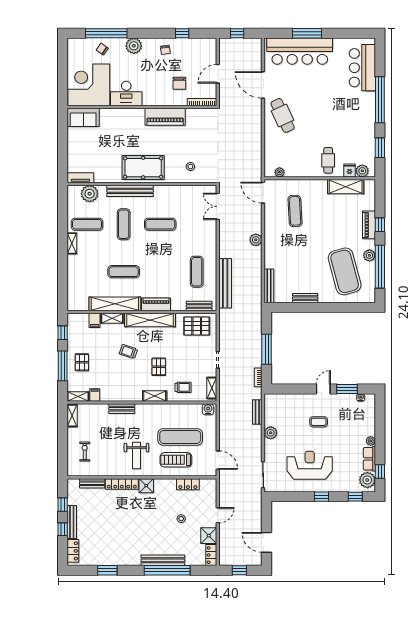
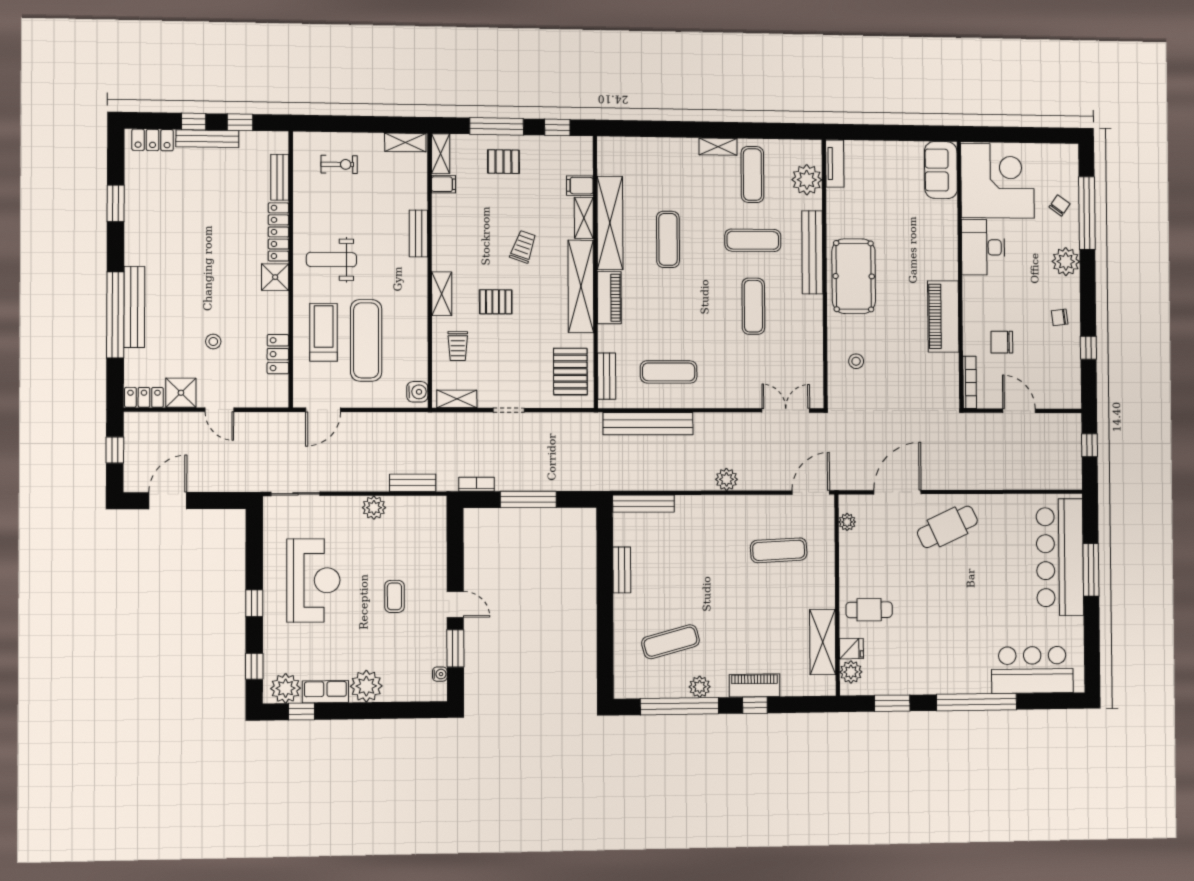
door: (263, 85) -> (898, 492), moved
exercise mat: (345, 271) -> (671, 642), width x0.50, depth x0.69
plant: (371, 441) -> (366, 686), width x1.88, depth x1.88

